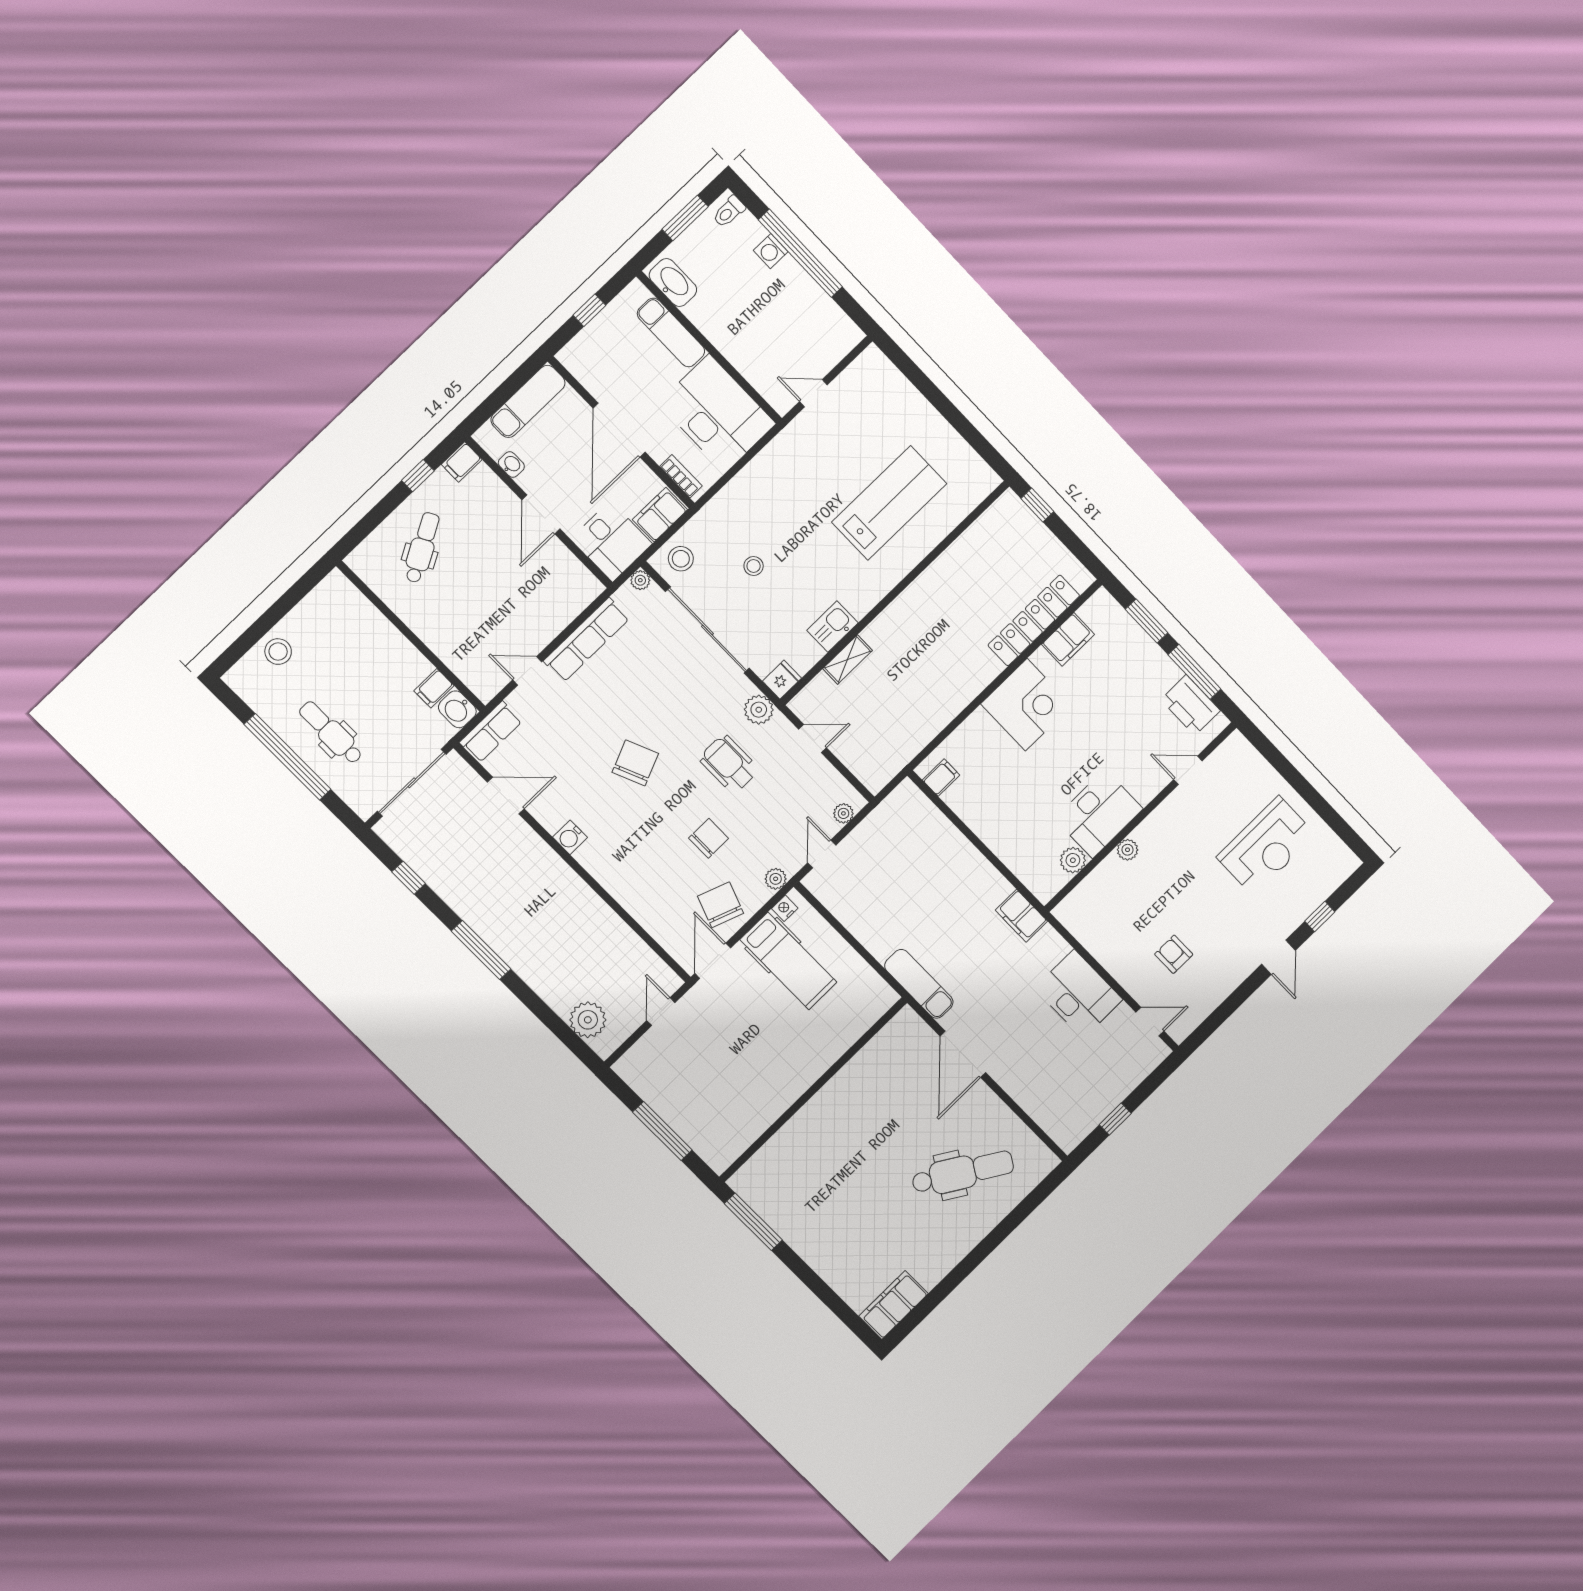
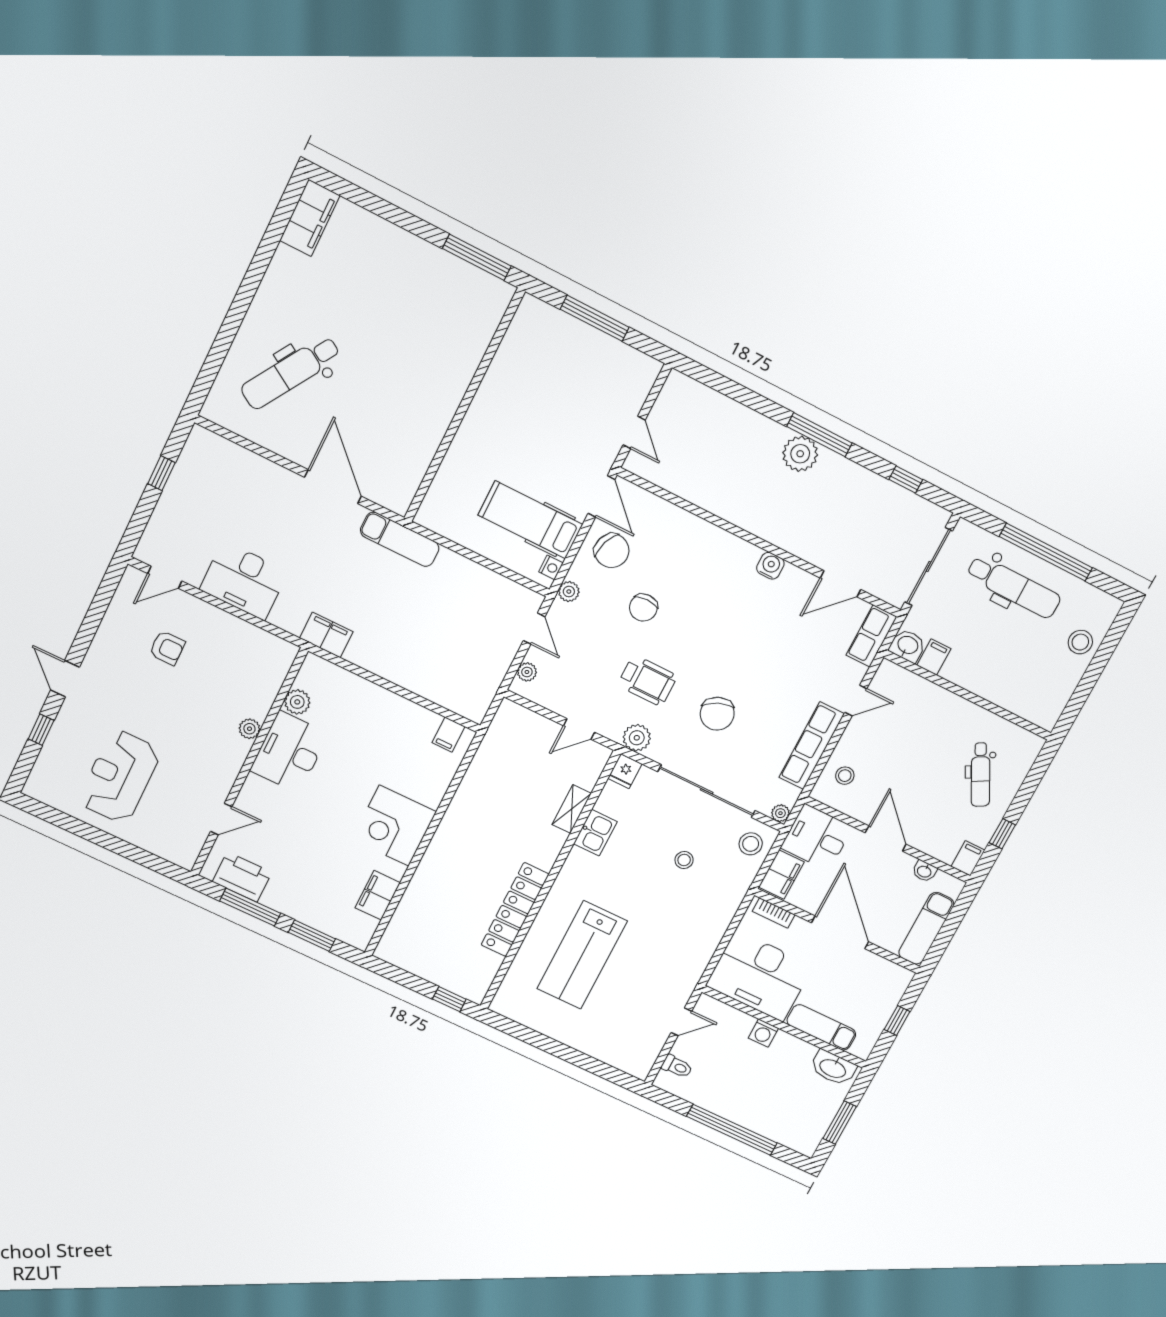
toilet: (729, 212) -> (677, 1066), moved, turned 90
washing machine: (771, 251) -> (763, 1033), moved, turned 180
stool: (562, 596) -> (845, 776), added
locker: (1034, 620) -> (515, 910), moved, turned 180
dental chair: (331, 733) -> (1014, 587), width x1.36, depth x1.38
chair: (635, 763) -> (717, 714), moved
plant: (588, 1020) -> (800, 454), moved

